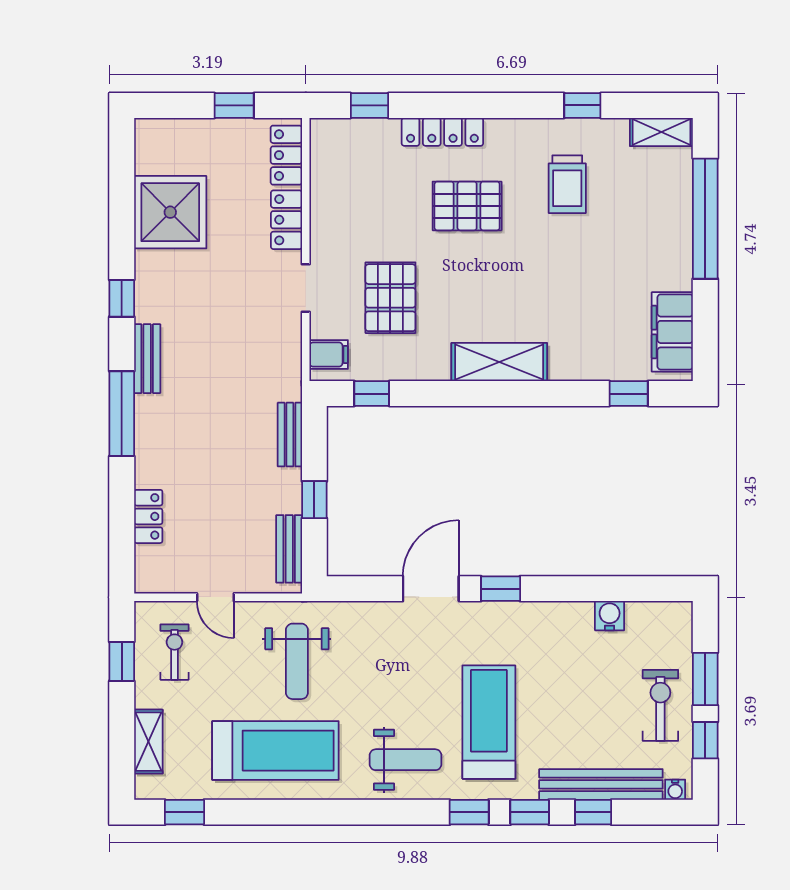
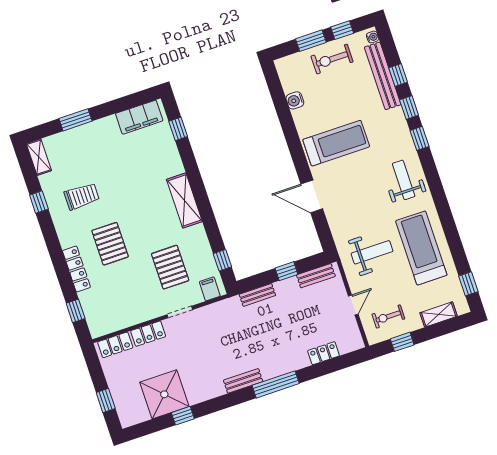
window: (234, 105) -> (106, 400), moved
window: (705, 219) -> (76, 120), width x0.47
window: (122, 298) -> (183, 416), moved
pallet: (390, 298) -> (170, 267), turned 90
window: (501, 589) -> (300, 161), removed
treadmill: (489, 722) -> (336, 143), moved, turned 180

